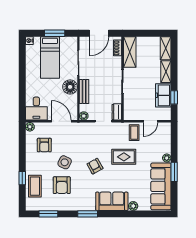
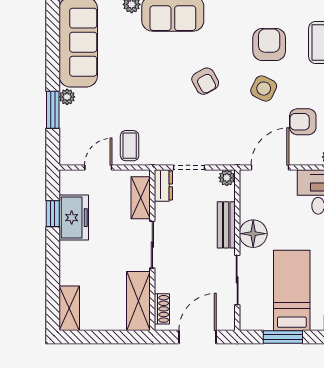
shelving: (166, 72) -> (141, 198), moved
door: (61, 121) -> (270, 167), swing flipped
armchair: (44, 145) -> (303, 122), turned -90
rug: (124, 157) -> (150, 99), removed
window: (174, 172) -> (53, 110), moved

